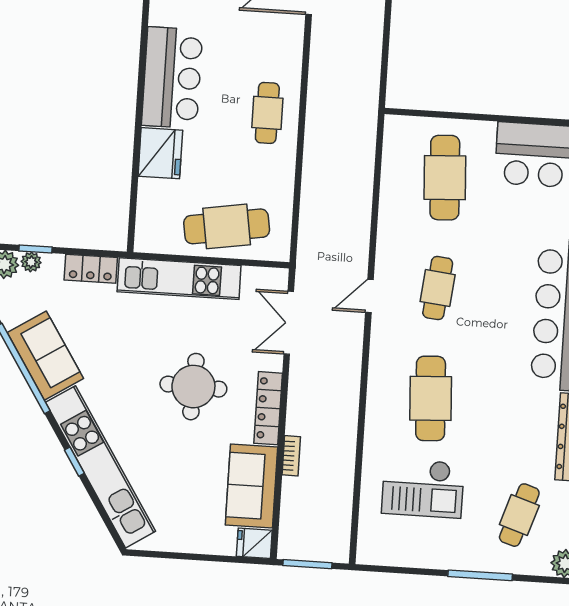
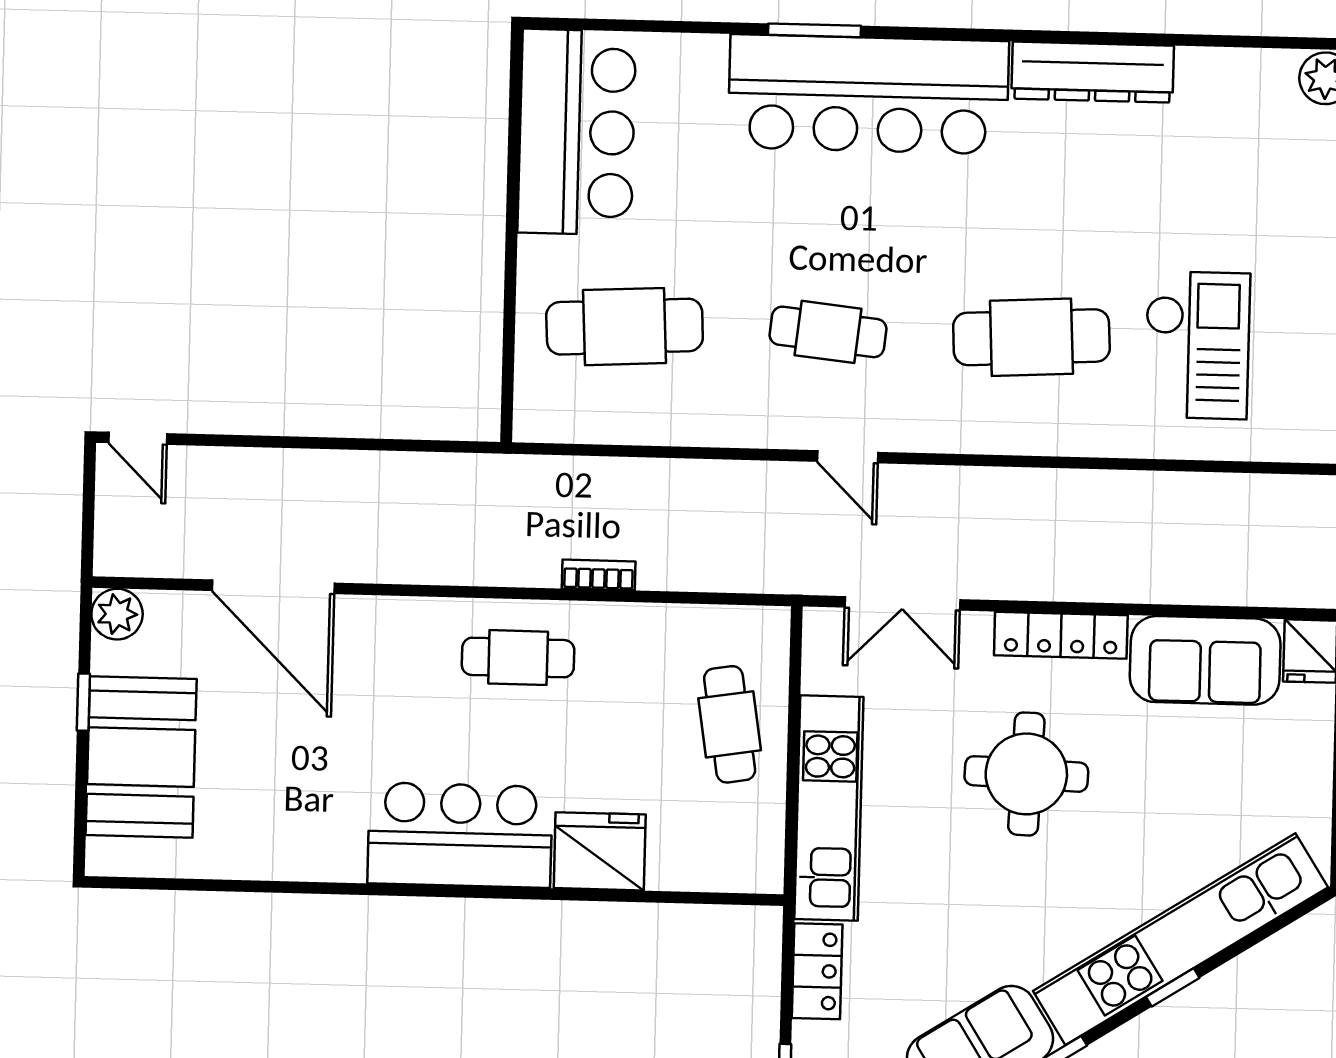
cafe table: (227, 226) -> (730, 724), width x0.73, depth x0.74
bookcase: (291, 456) -> (599, 575), moved
cafe table: (519, 515) -> (1240, 166), removed

